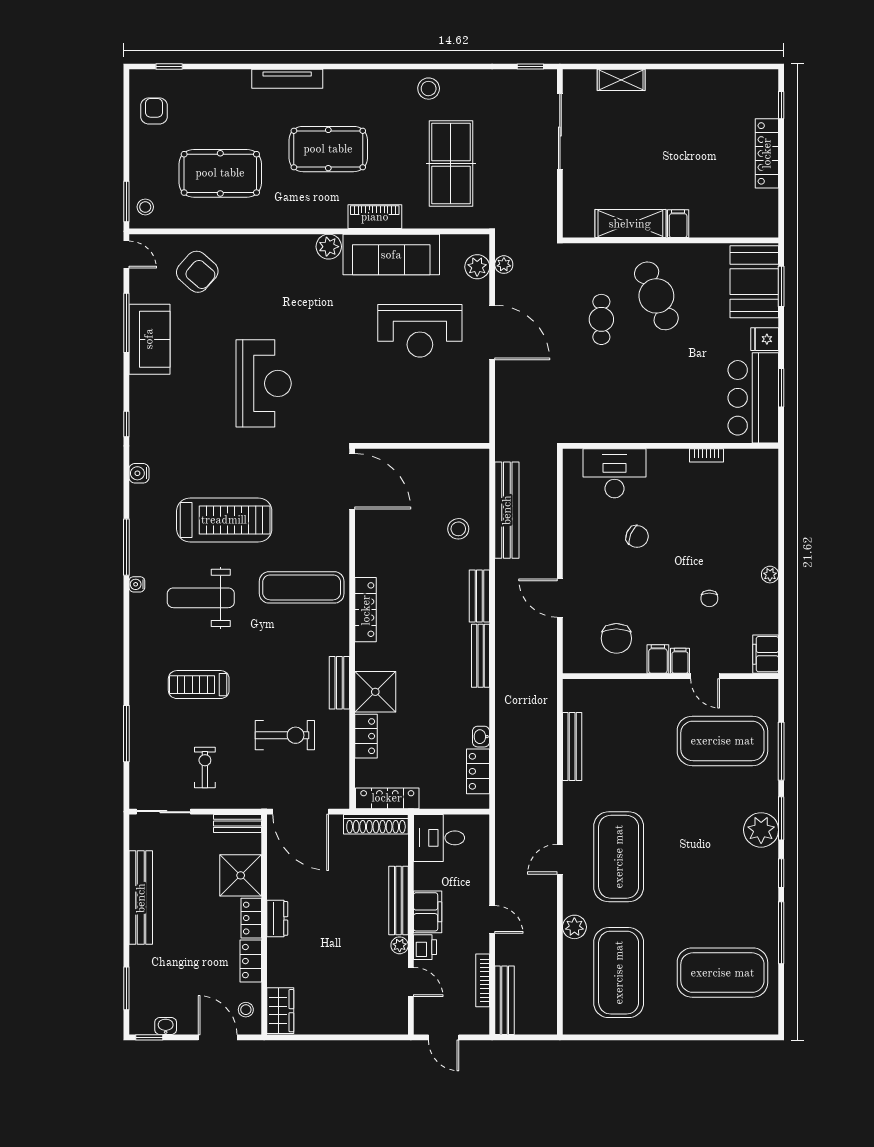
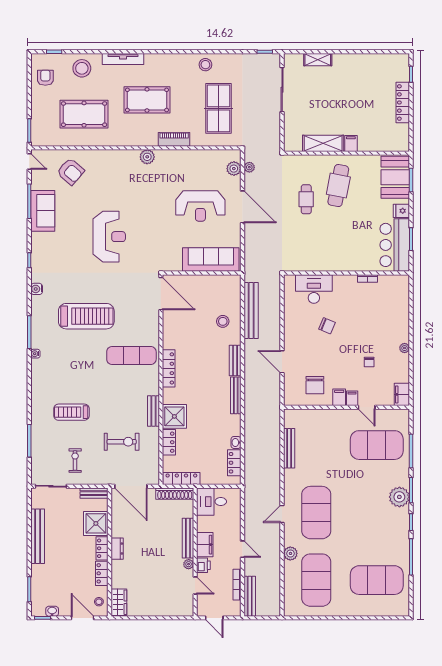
stool: (145, 207) -> (82, 68), moved, width x1.89, depth x1.89
sofa: (391, 255) -> (211, 259), moved, turned 180
cafe table: (656, 296) -> (338, 186), turned 34
weight bench: (201, 598) -> (73, 362), removed

